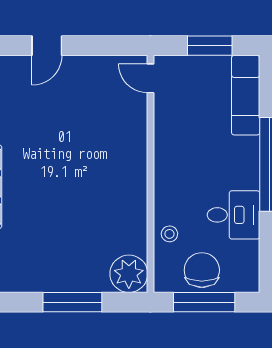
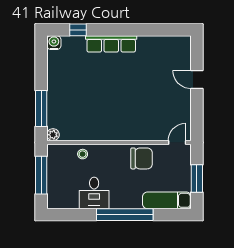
chair: (202, 270) -> (142, 158), moved
plant: (129, 274) -> (53, 135), width x0.53, depth x0.53
window: (72, 302) -> (41, 108), moved

